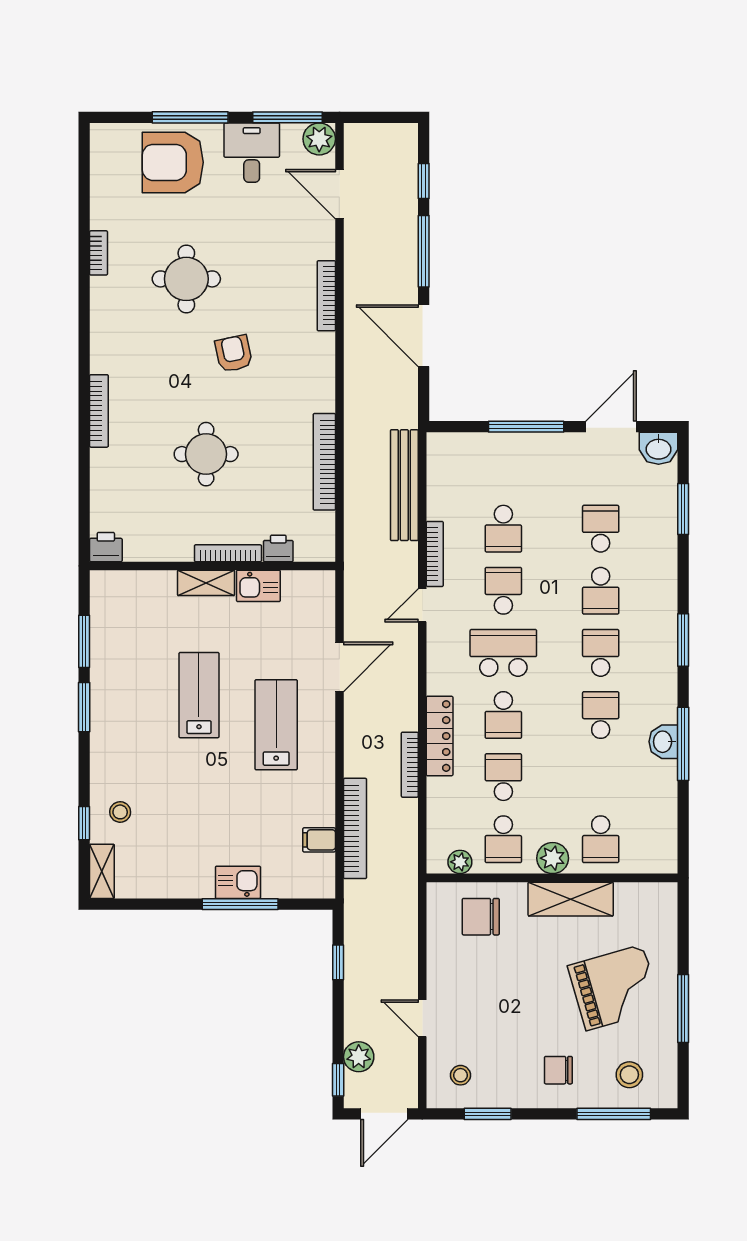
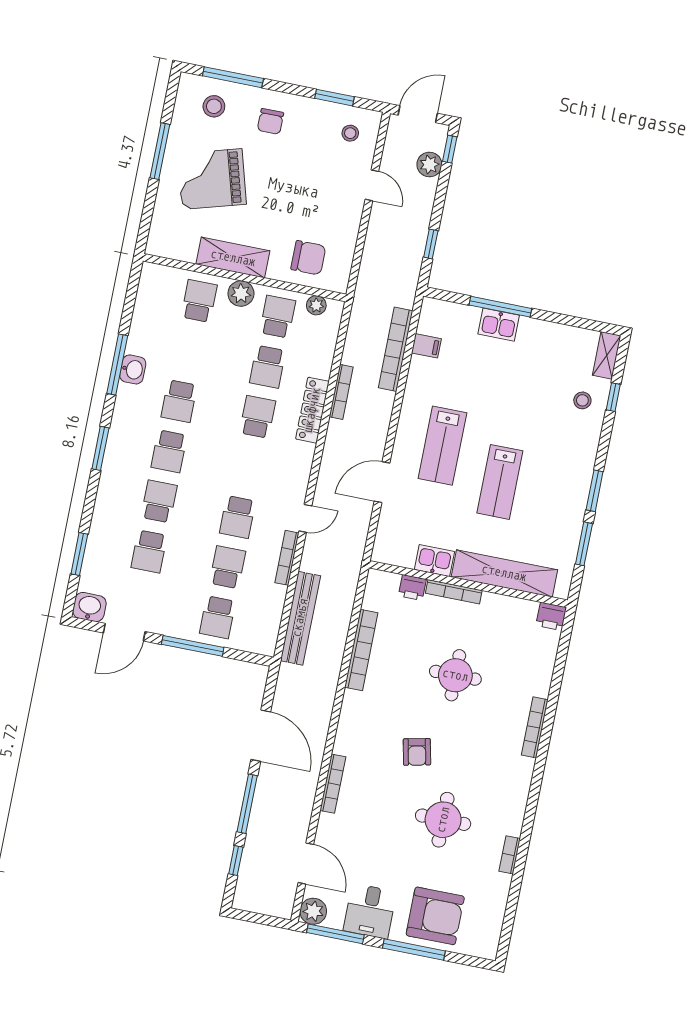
shelving: (206, 583) -> (504, 573), width x2.20, depth x1.33
school desk: (503, 653) -> (218, 617), moved, width x0.54
chair: (558, 1070) -> (270, 121), turned 90

